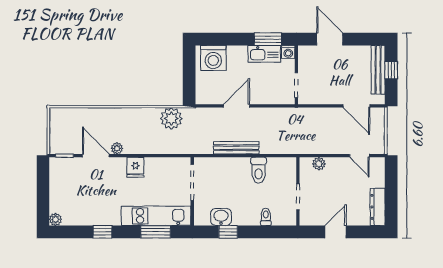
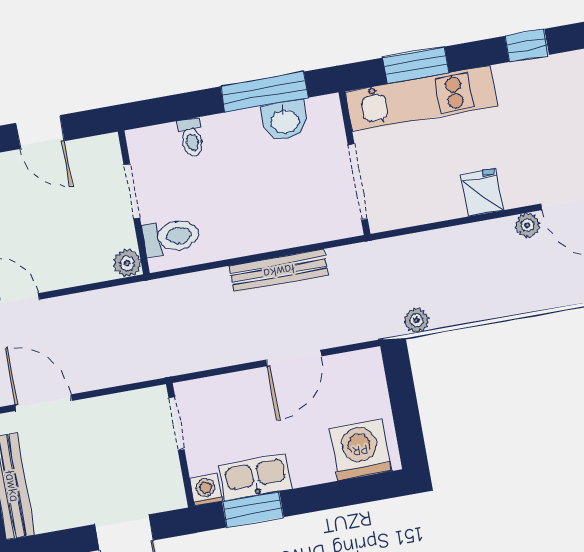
plant: (171, 118) -> (416, 320), width x0.53, depth x0.53
plant: (319, 164) -> (127, 263), moved
toilet: (259, 170) -> (171, 237), moved, turned 90
window: (228, 232) -> (264, 92), width x2.17
door: (336, 232) -> (40, 132), hinge flipped

